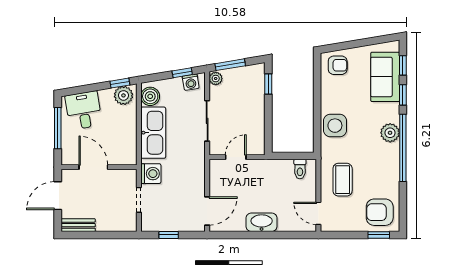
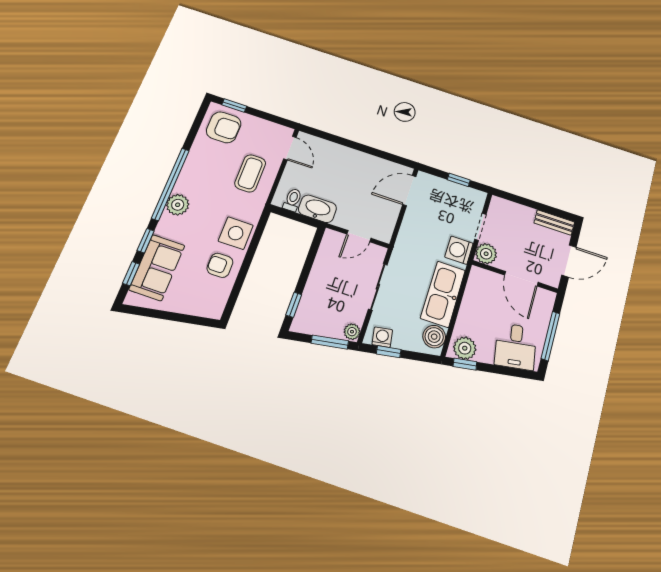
armchair: (338, 65) -> (220, 265), moved
plant: (128, 178) -> (486, 254), added
washbasin: (262, 222) -> (317, 209), moved, turned 180

